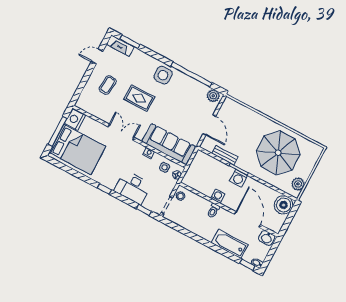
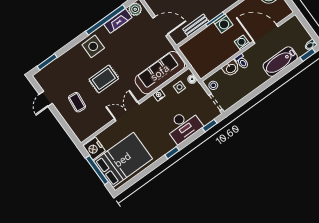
fireplace: (120, 46) -> (118, 21), moved
washing machine: (218, 196) -> (242, 43), moved
washbasin: (267, 238) -> (231, 68), moved

